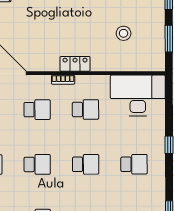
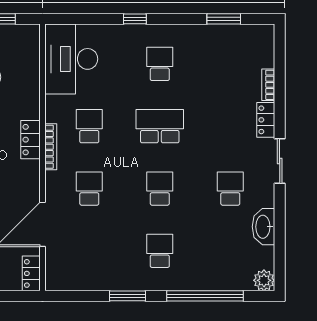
bookcase: (63, 80) -> (51, 147), width x1.56
school desk: (86, 164) -> (160, 126), width x1.85

